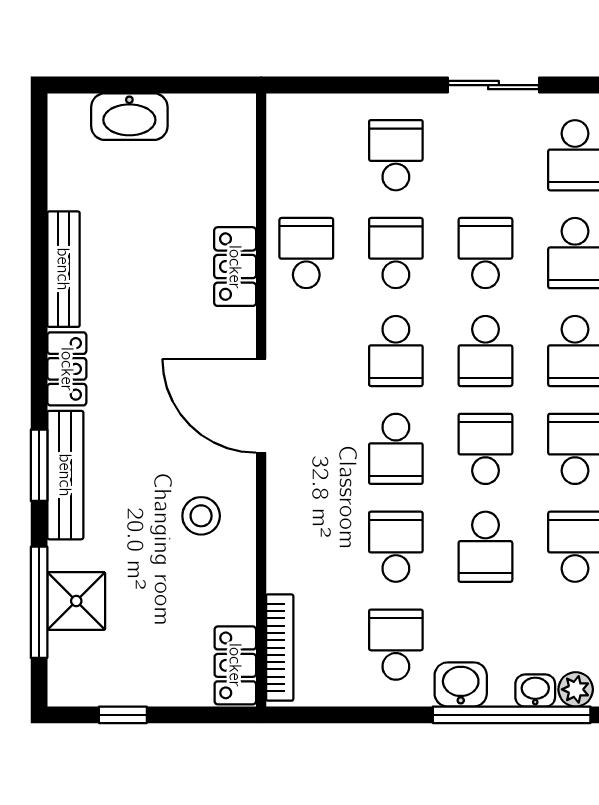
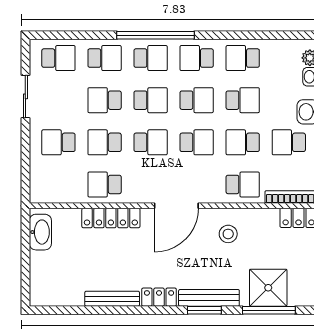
washbasin: (129, 117) -> (40, 232), moved
locker: (235, 267) -> (111, 218), width x1.53
school desk: (485, 449) -> (197, 100), turned 180
school desk: (306, 547) -> (243, 184), added
shower: (76, 601) -> (268, 288), width x1.36, depth x1.36

